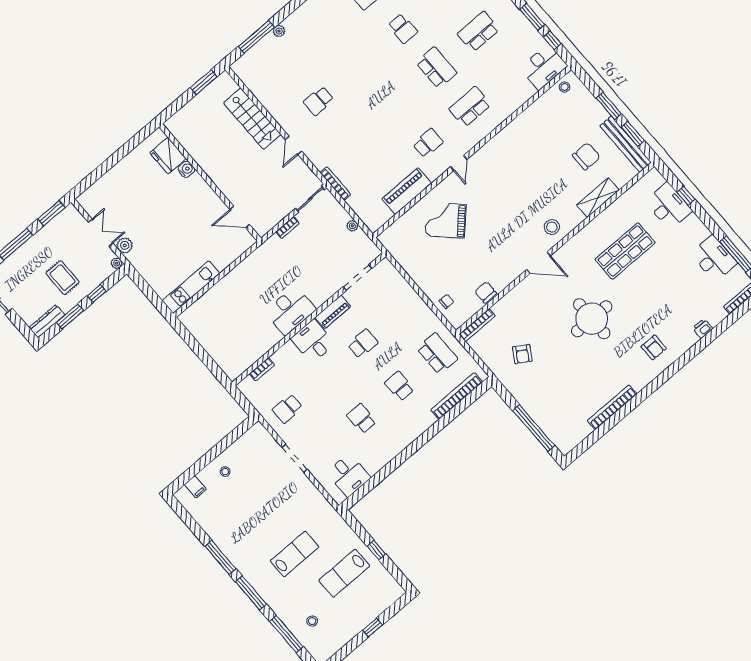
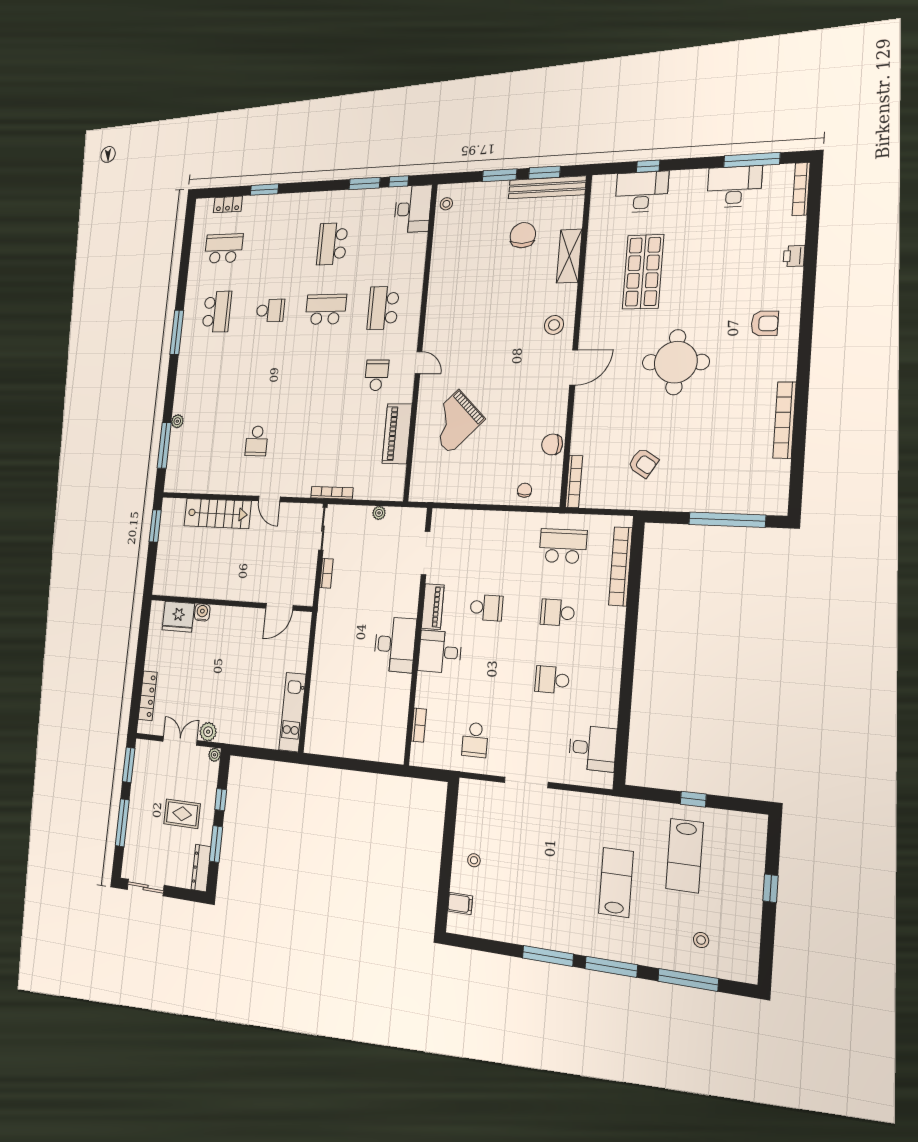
locker: (103, 184) -> (148, 696), added
school desk: (363, 344) -> (486, 608), turned 90

